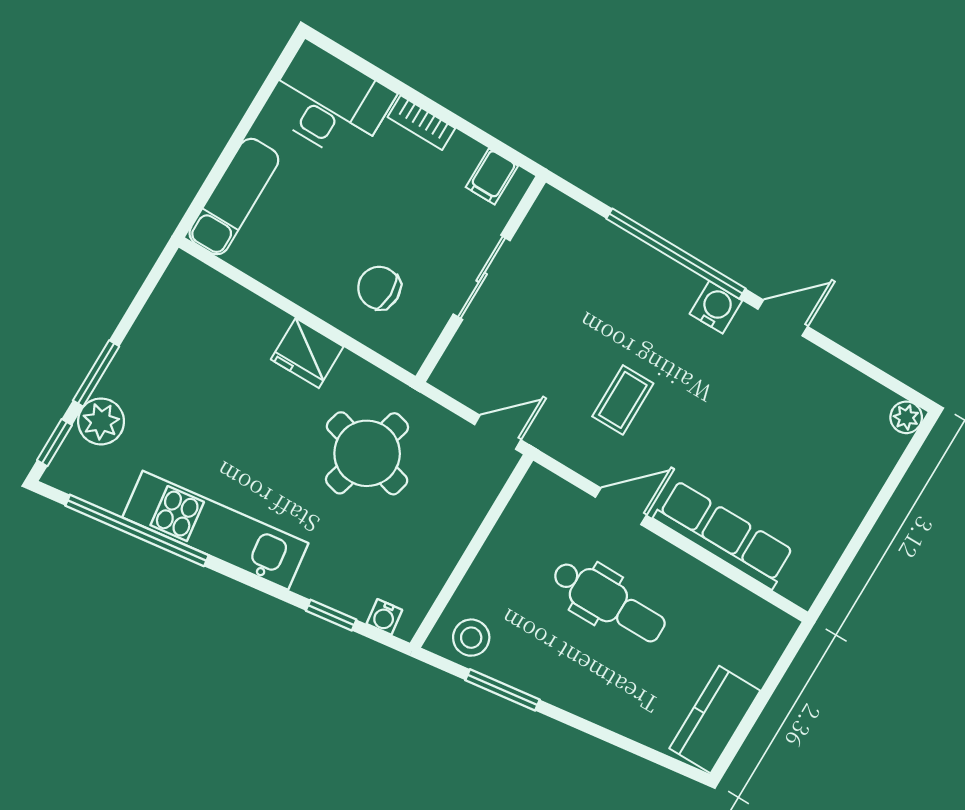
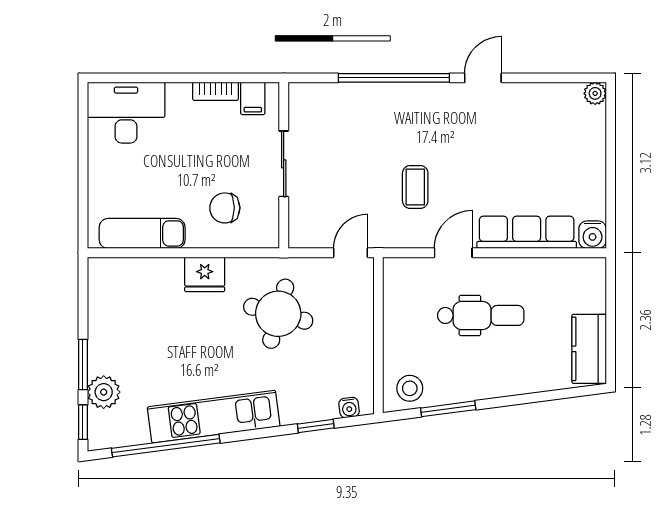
bookcase: (421, 123) -> (216, 91), moved
exam couch: (234, 197) -> (142, 233), moved, turned -90
water cooler: (716, 307) -> (593, 235), moved, turned 180

